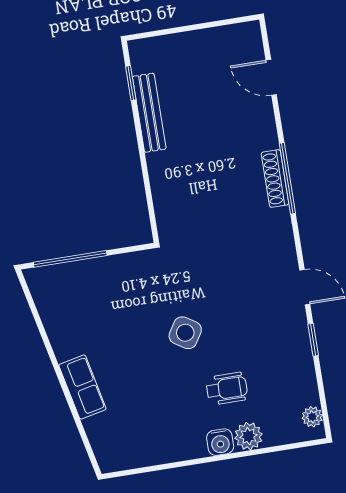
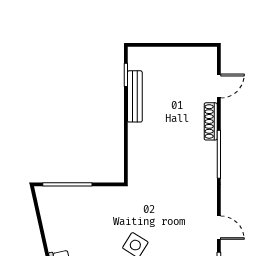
door: (271, 77) -> (219, 86), swing flipped
shoe rack: (275, 178) -> (211, 121), moved

